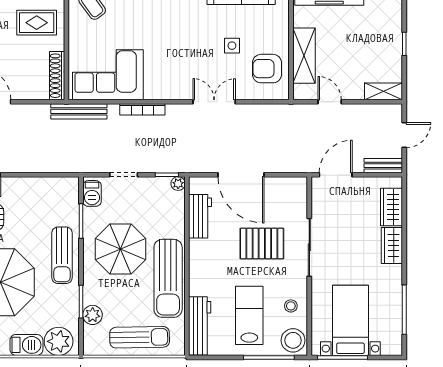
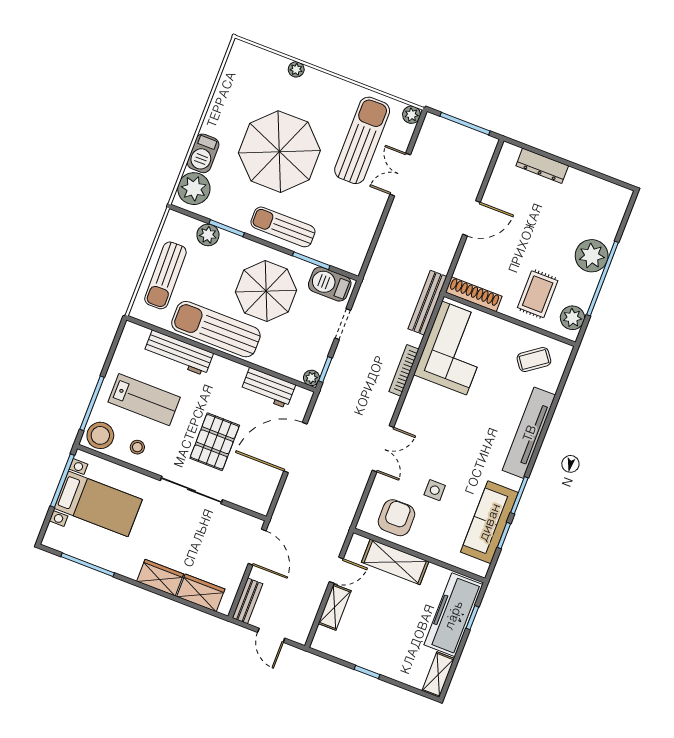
shelving: (384, 91) -> (335, 607), moved
barbecue: (92, 193) -> (330, 284), width x1.38, depth x1.27
workbench: (200, 326) -> (179, 353), moved

